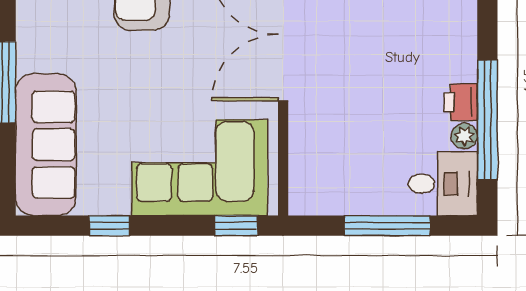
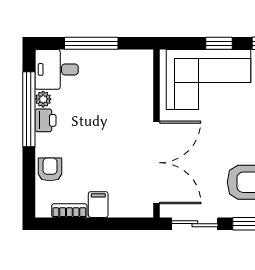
armchair: (454, 24) -> (50, 169), added
window: (236, 226) -> (219, 43), moved

